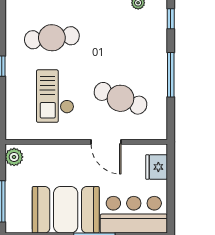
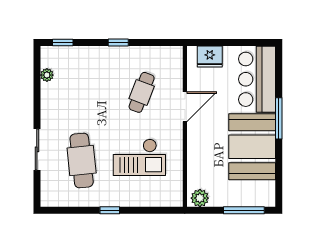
window: (171, 75) -> (118, 43), width x0.46
cafe table: (121, 98) -> (142, 92), width x0.73, depth x0.74

